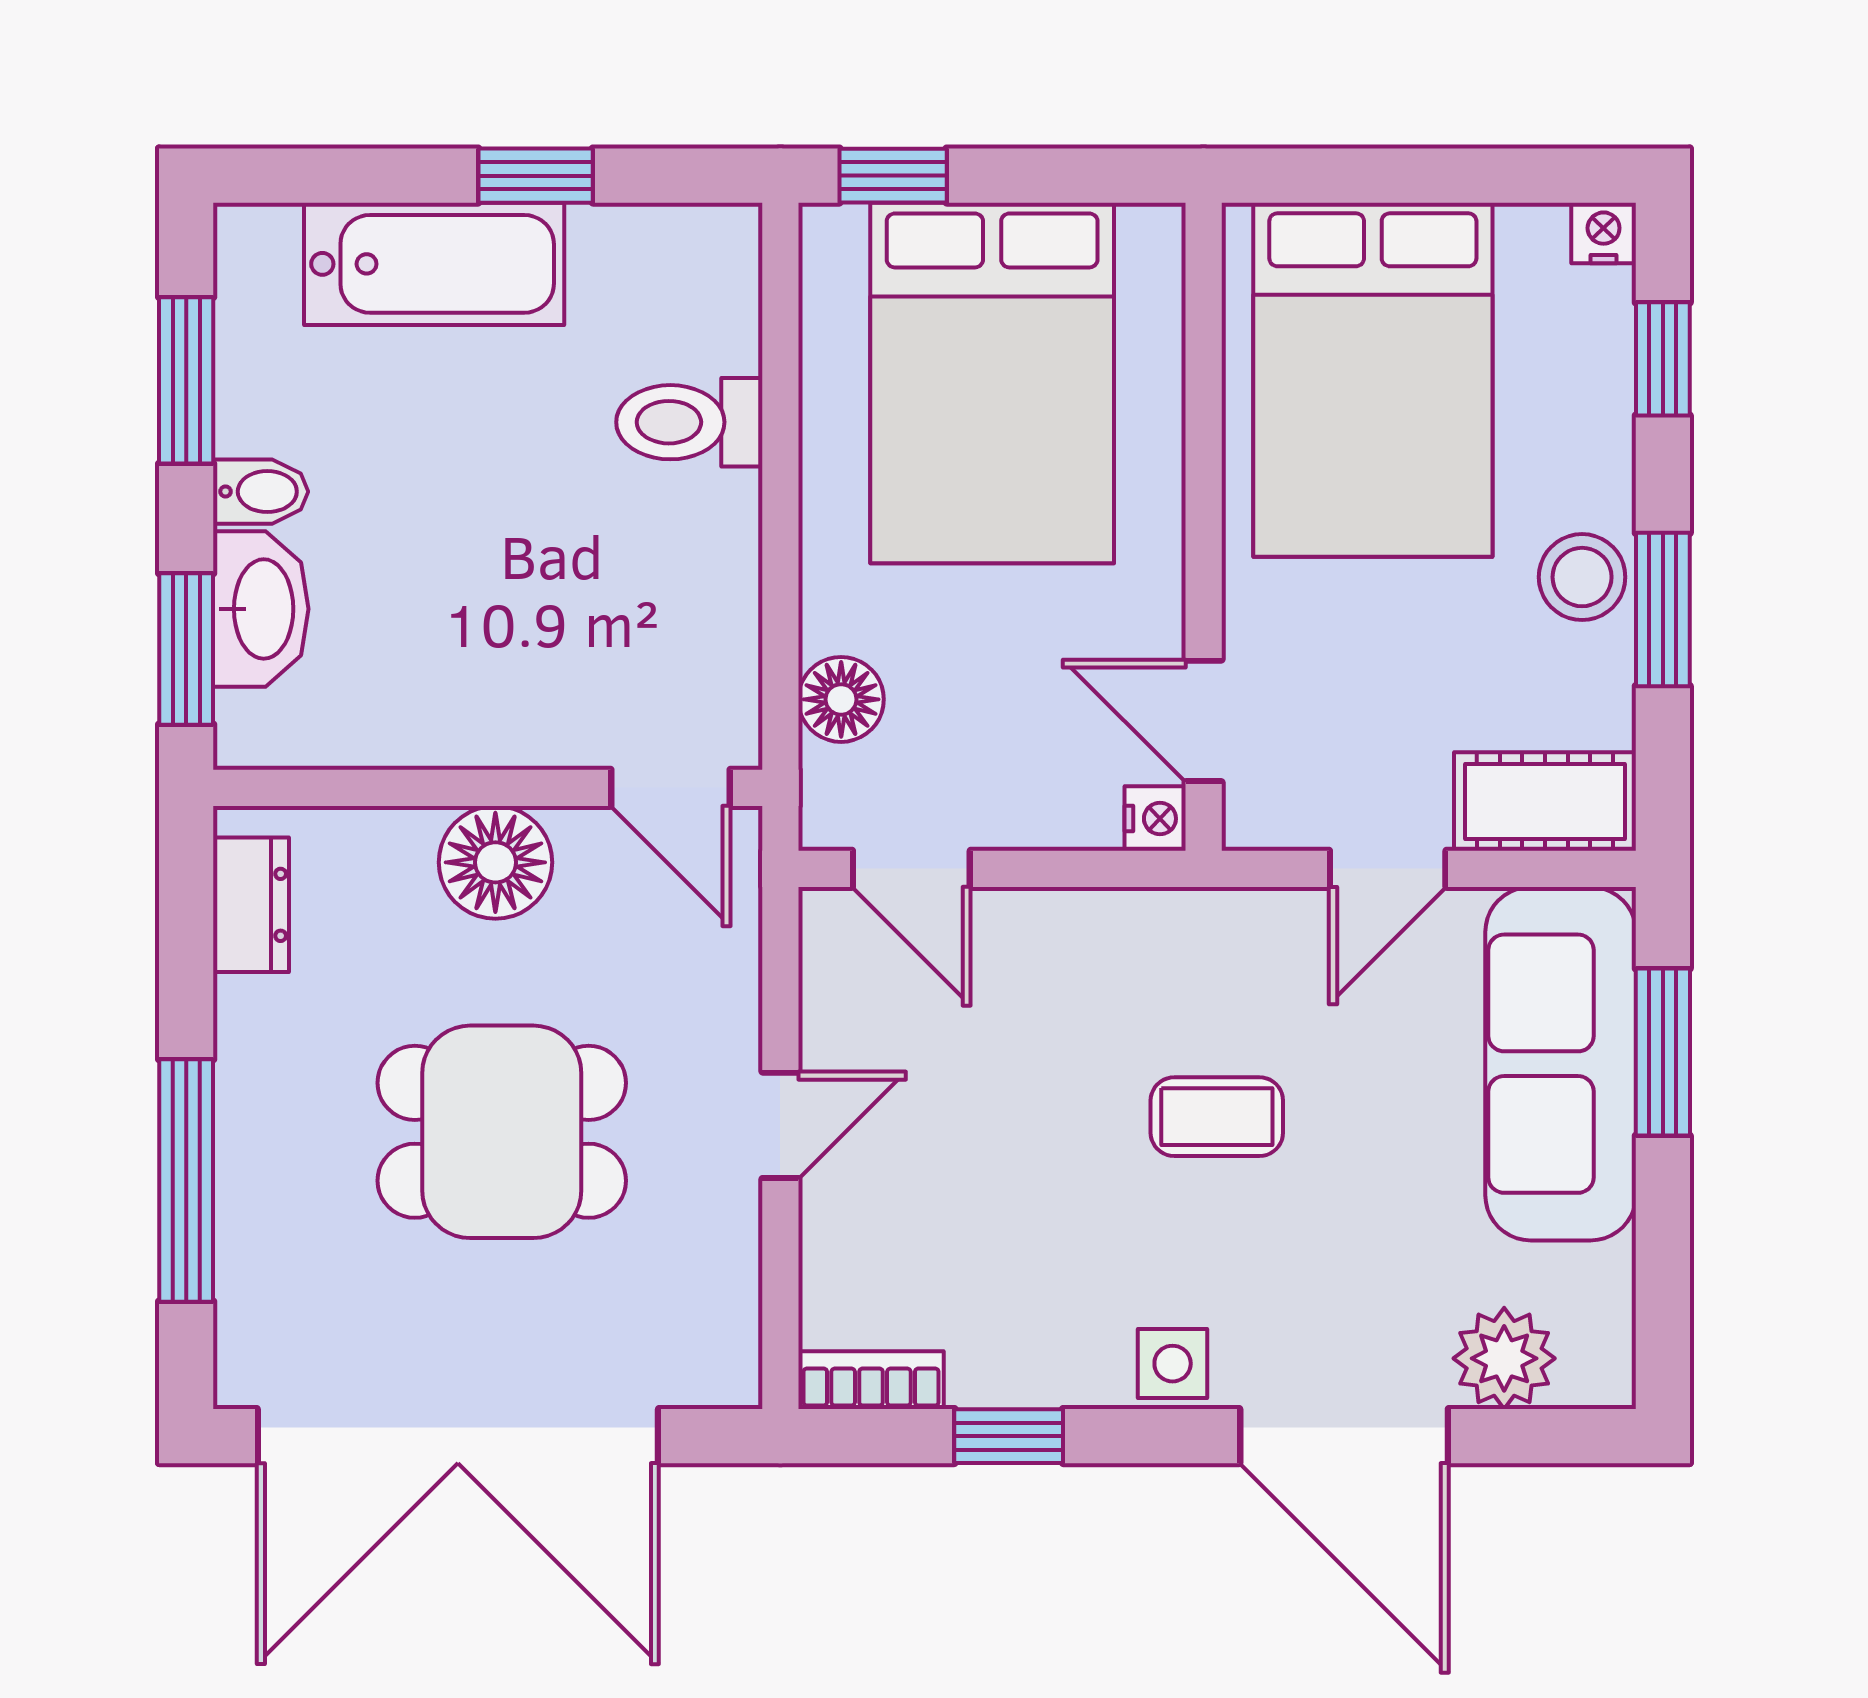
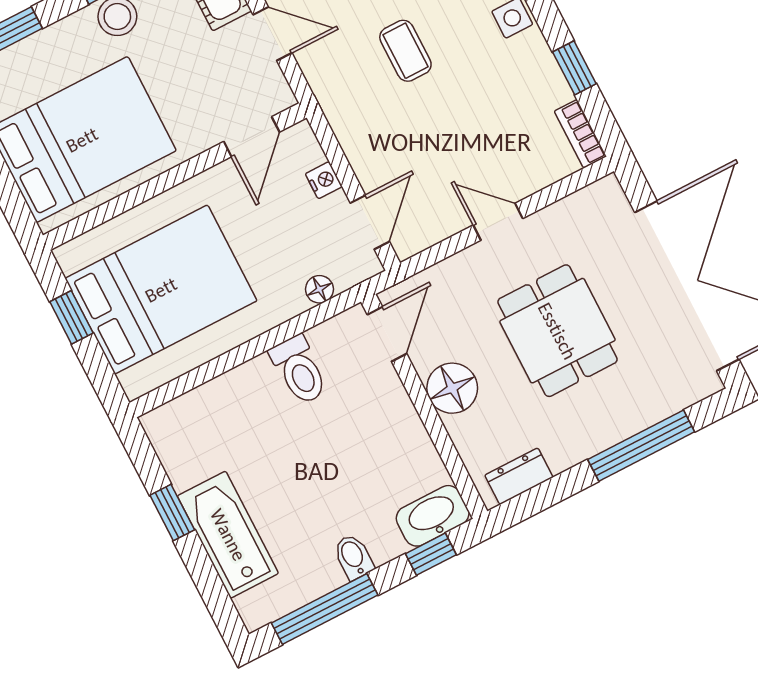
window: (893, 176) -> (71, 317), moved
window: (186, 380) -> (325, 609), width x1.44
toilet: (689, 422) -> (299, 370), moved
washbasin: (261, 609) -> (433, 516), moved
window: (186, 649) -> (431, 554), width x0.67
floor lamp: (841, 699) -> (319, 289), width x0.73, depth x0.73
nightstand: (1155, 819) -> (324, 180), moved, turned 90

